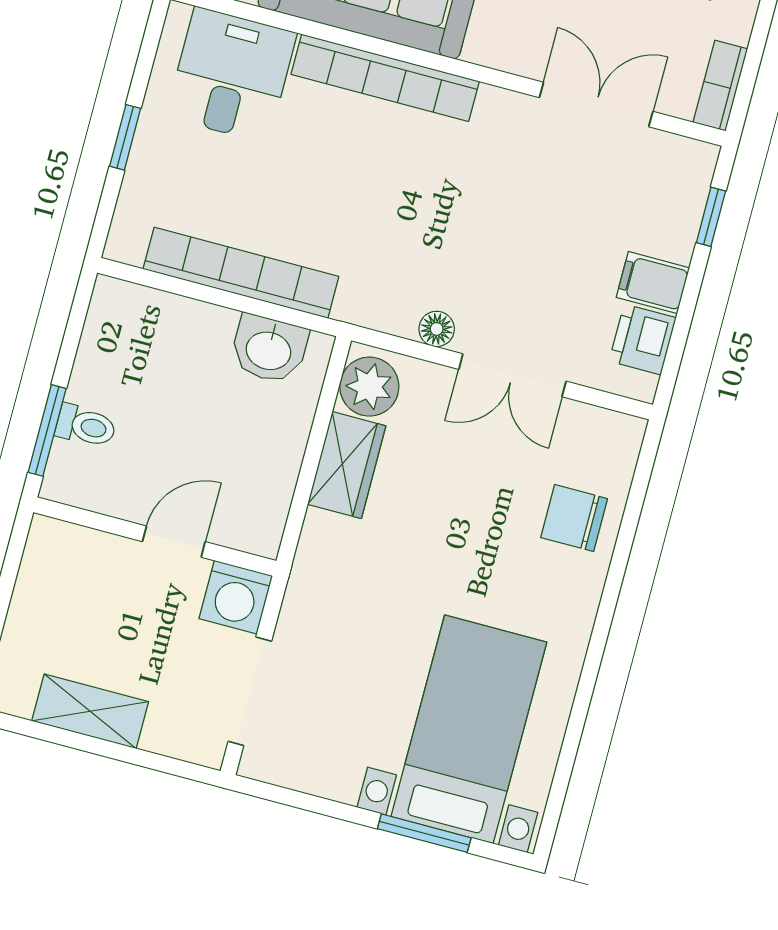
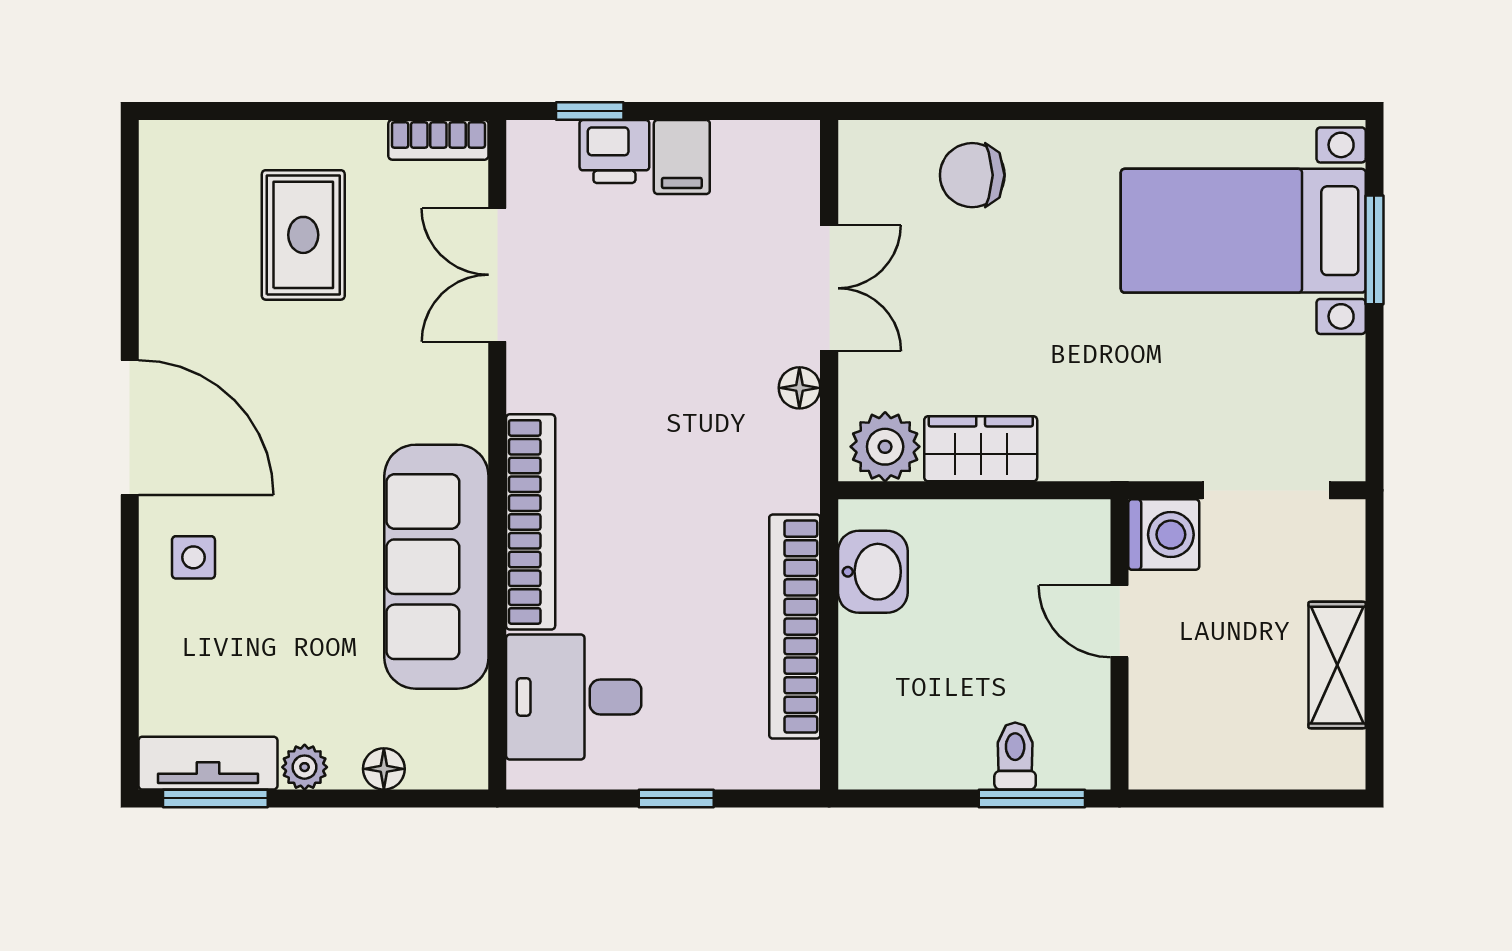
printer: (643, 339) -> (614, 151), moved
chair: (574, 518) -> (972, 175), turned 90

